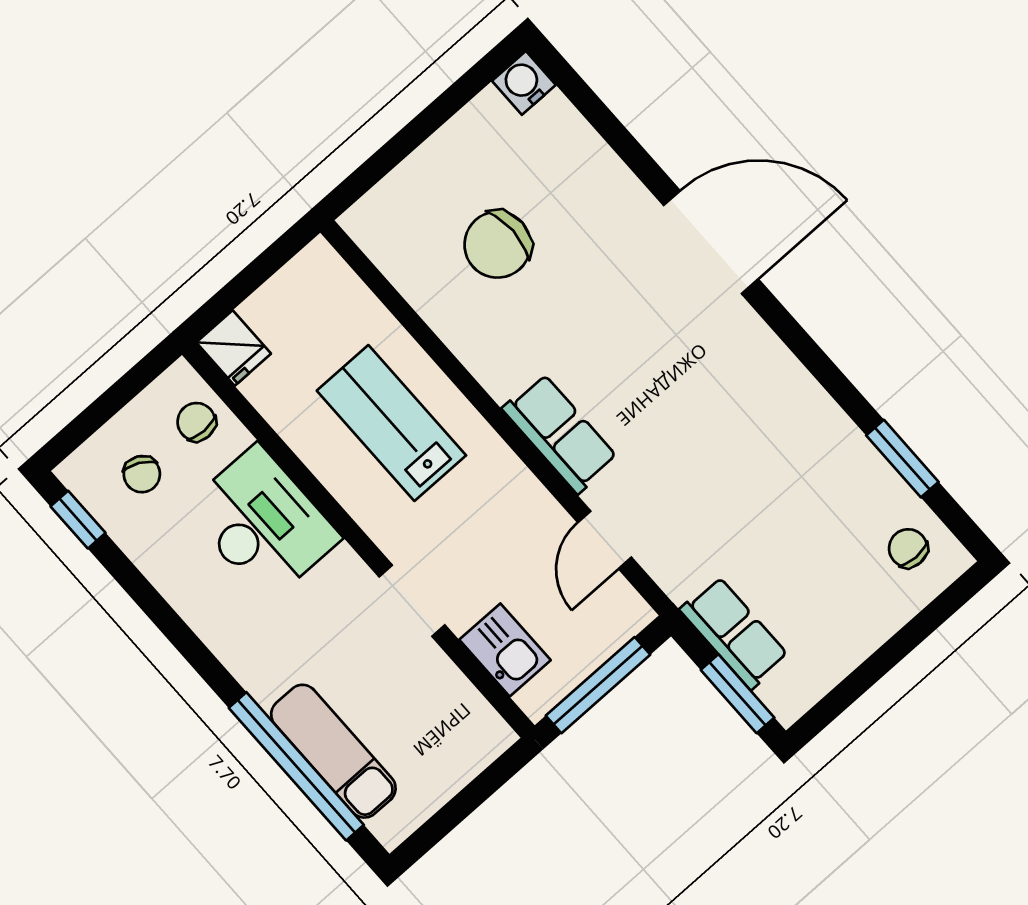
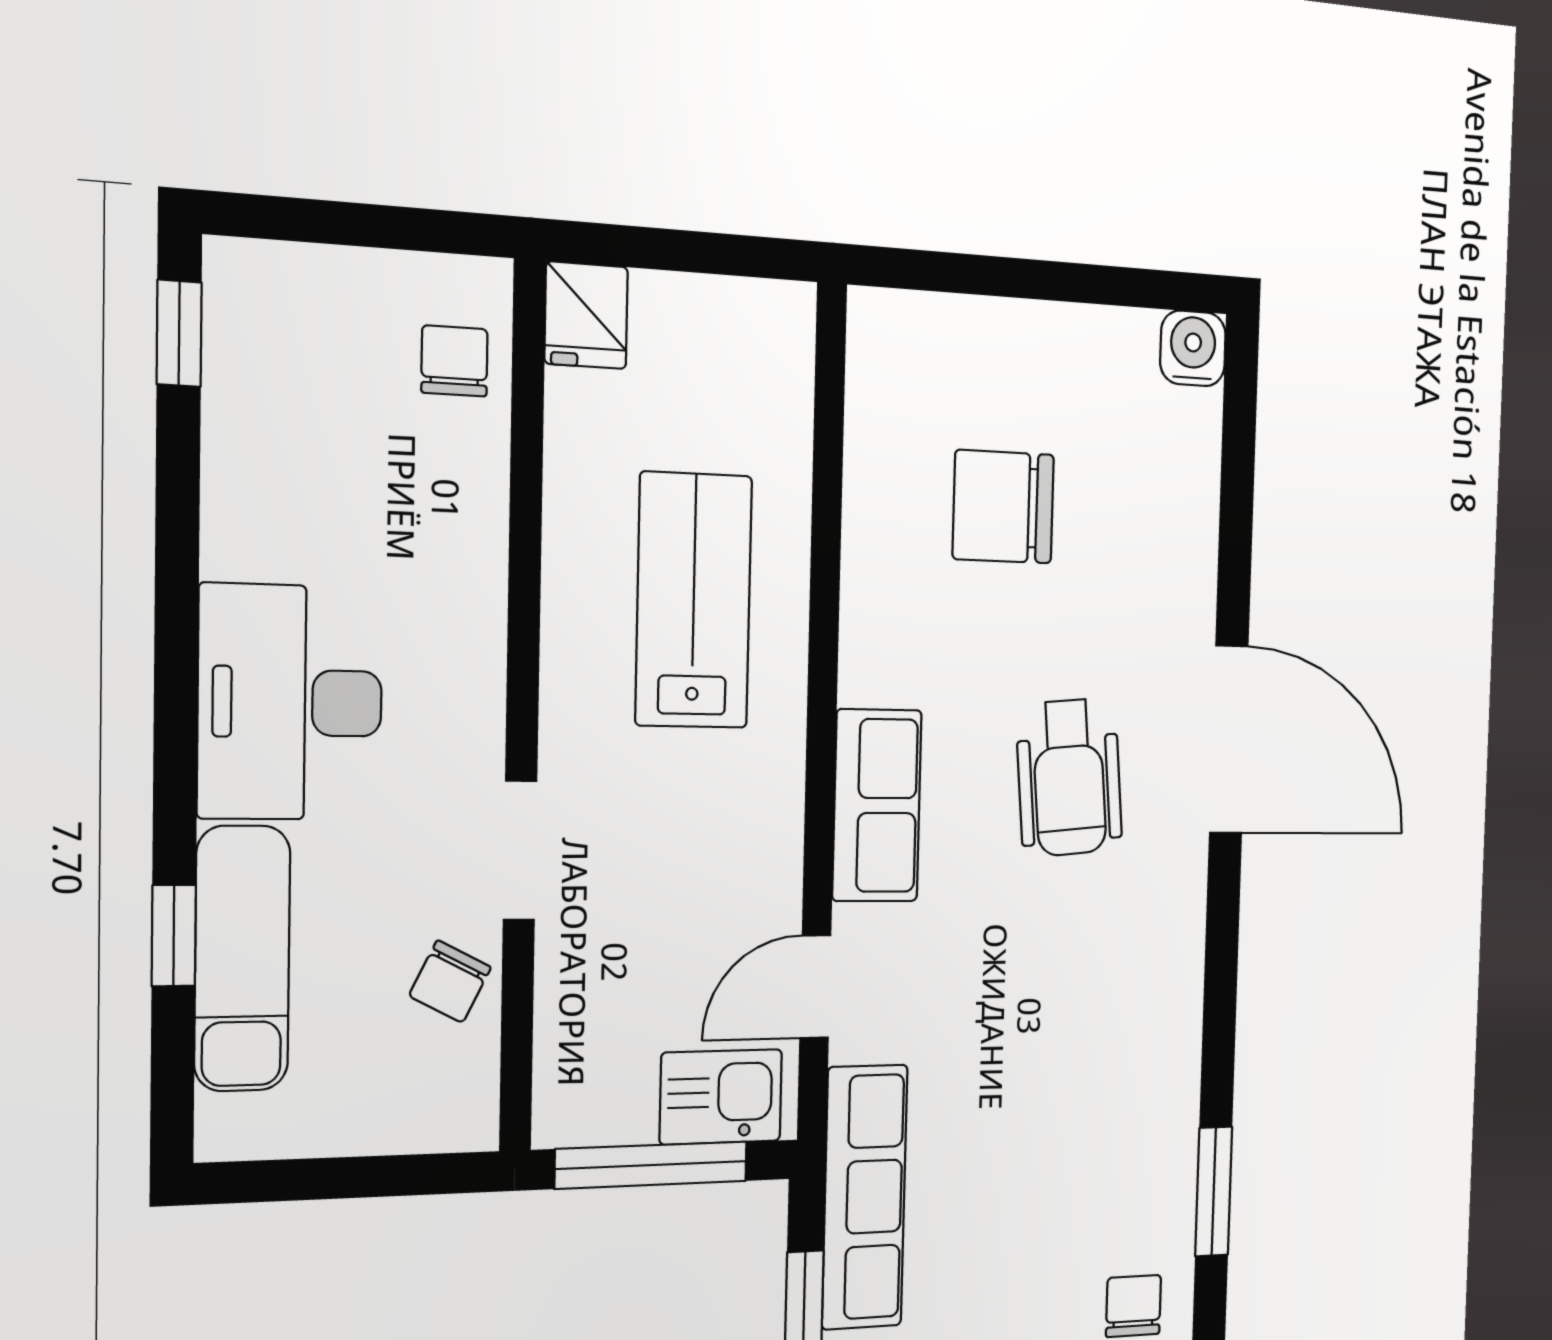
wheelchair: (644, 335) -> (1069, 777), added
chair: (142, 474) -> (450, 982), moved
desk: (262, 523) -> (290, 702), moved, turned 180
row of seats: (734, 633) -> (865, 1197), width x1.48
kitchen sink: (505, 650) -> (721, 1097), moved, turned -90
window: (296, 766) -> (174, 936), width x0.32

